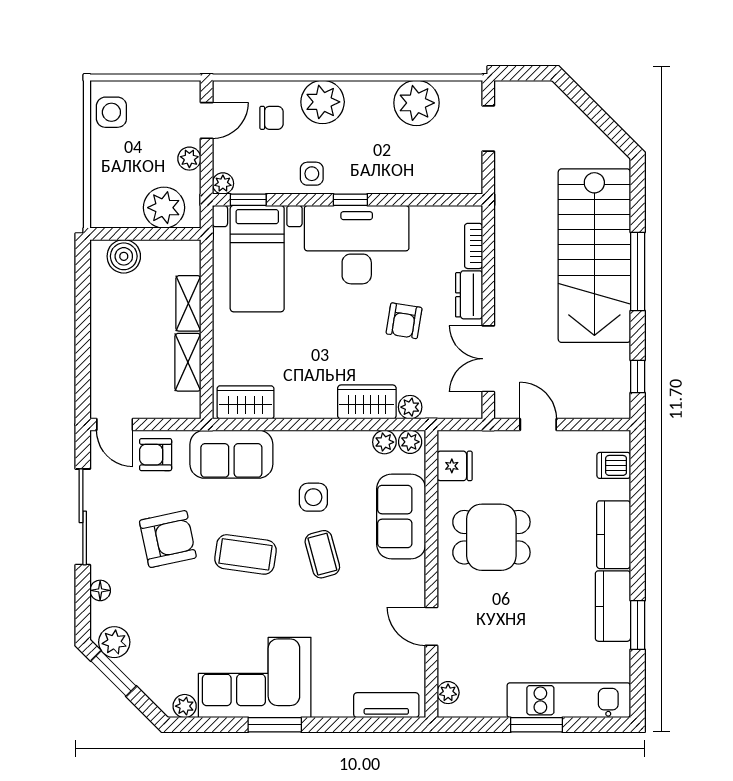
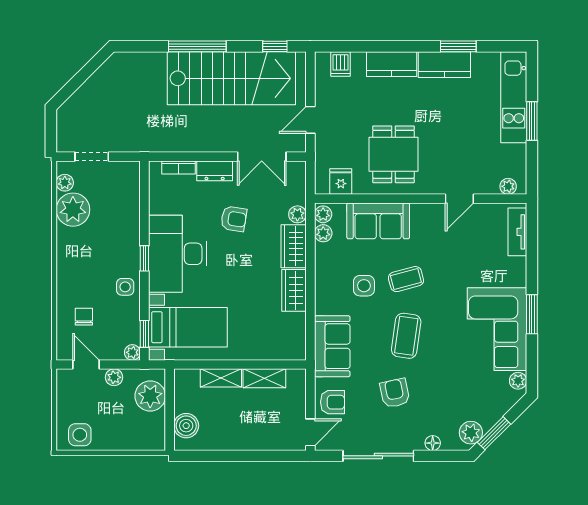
plant: (323, 102) -> (65, 183), moved, width x0.53, depth x0.53
stairs: (594, 256) -> (231, 78), moved
wardrobe: (246, 402) -> (294, 290), moved
armchair: (156, 455) -> (333, 402), turned -90
armchair: (168, 539) -> (395, 393), width x0.72, depth x0.72

